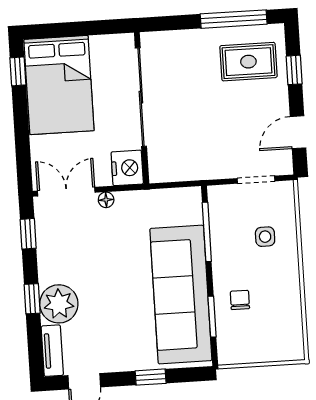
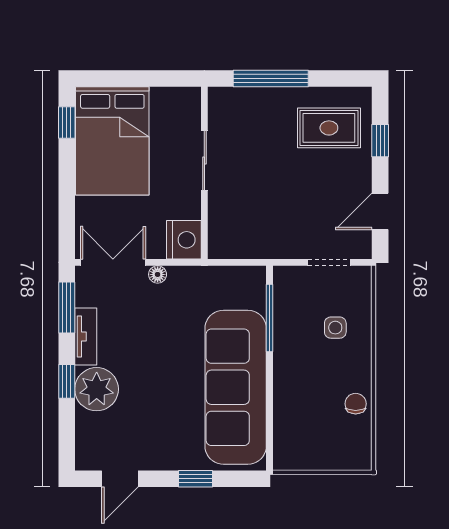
window: (234, 19) -> (271, 79), moved
sliding door: (141, 97) -> (204, 161), width x0.54
window: (28, 234) -> (67, 307), width x1.50
chair: (240, 300) -> (356, 404), moved
window: (212, 317) -> (270, 415), removed
tv unit: (52, 351) -> (86, 337), moved

